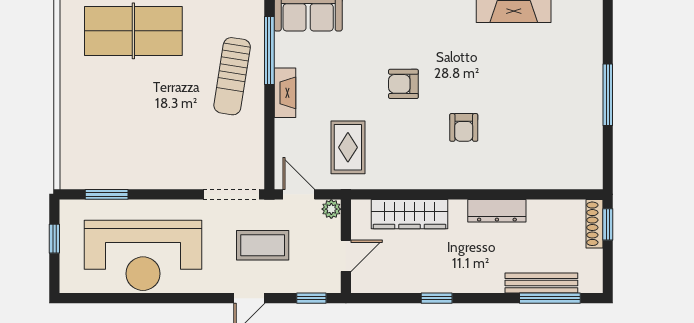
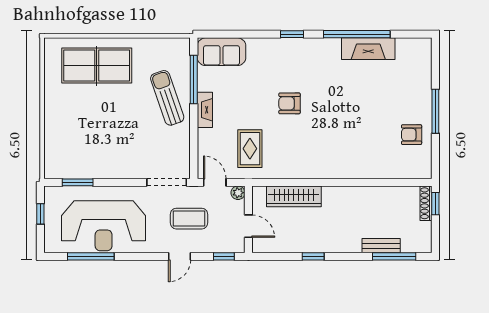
sun lounger: (232, 76) -> (167, 98), turned 152
armchair: (464, 127) -> (412, 135), moved, turned 90
dresser: (497, 211) -> (356, 194), removed
door: (346, 256) -> (248, 226), hinge flipped
bench: (541, 283) -> (381, 246), width x0.73
window: (125, 298) -> (91, 256), added

